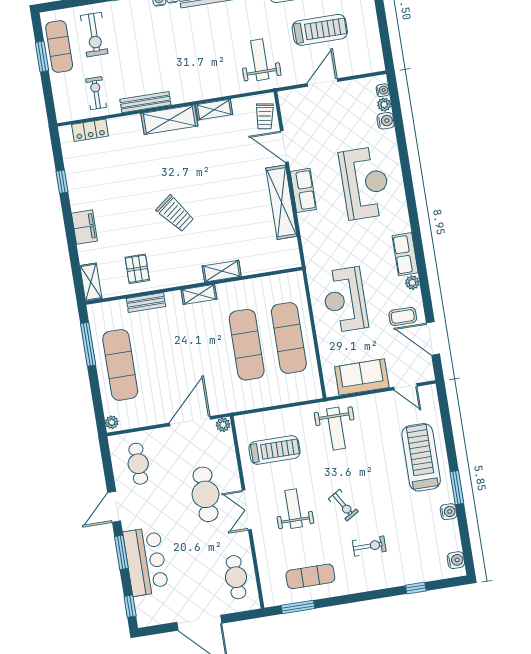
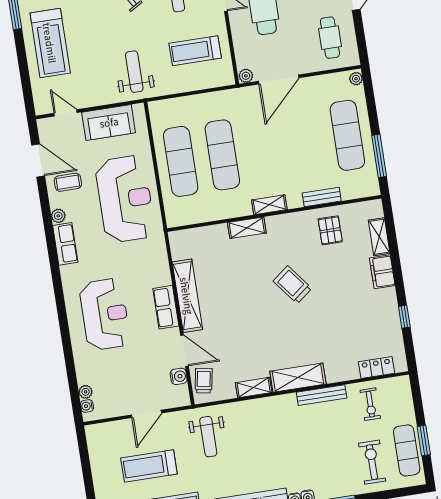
water cooler: (386, 121) -> (179, 376), moved, turned 180
reception desk: (365, 183) -> (105, 314), turned 180
shelving: (91, 282) -> (379, 237), moved
reception desk: (345, 300) -> (125, 199), width x1.36, depth x1.30

